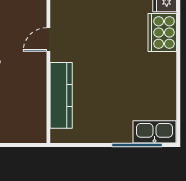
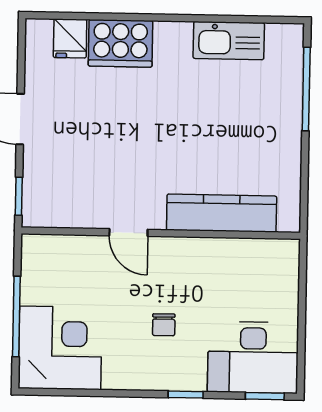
kitchen sink: (155, 132) -> (229, 41), moved, turned -90

